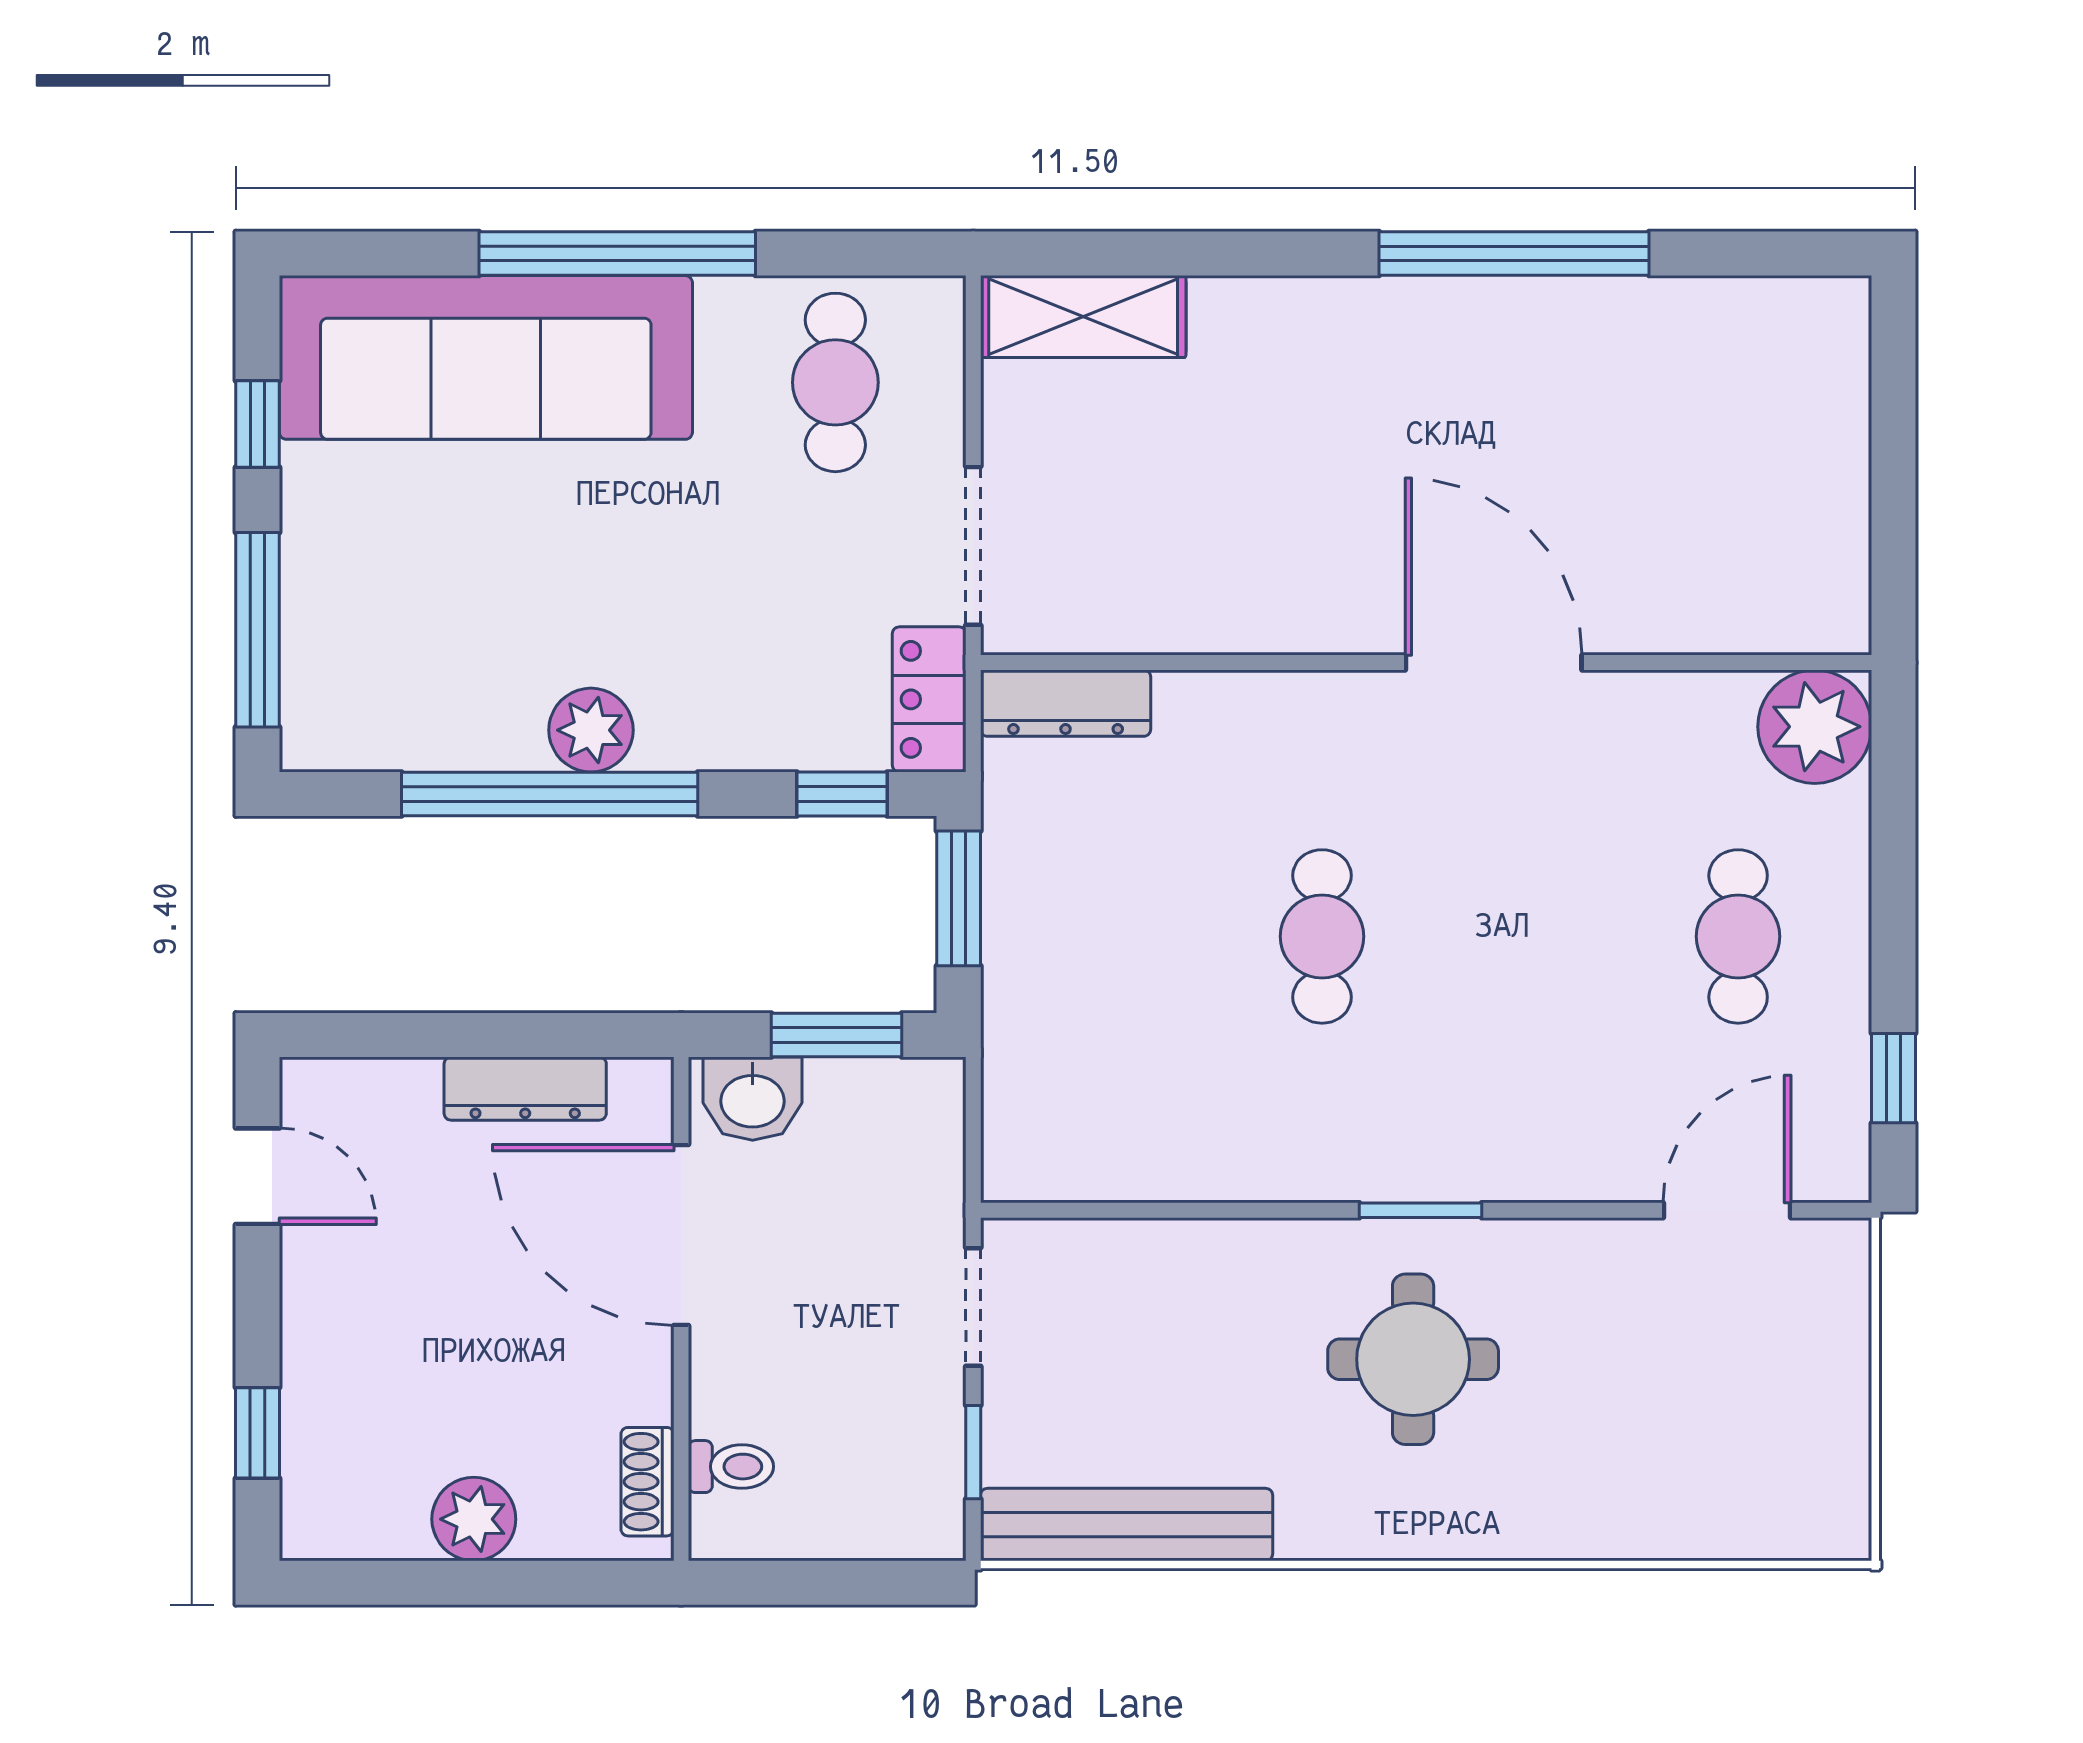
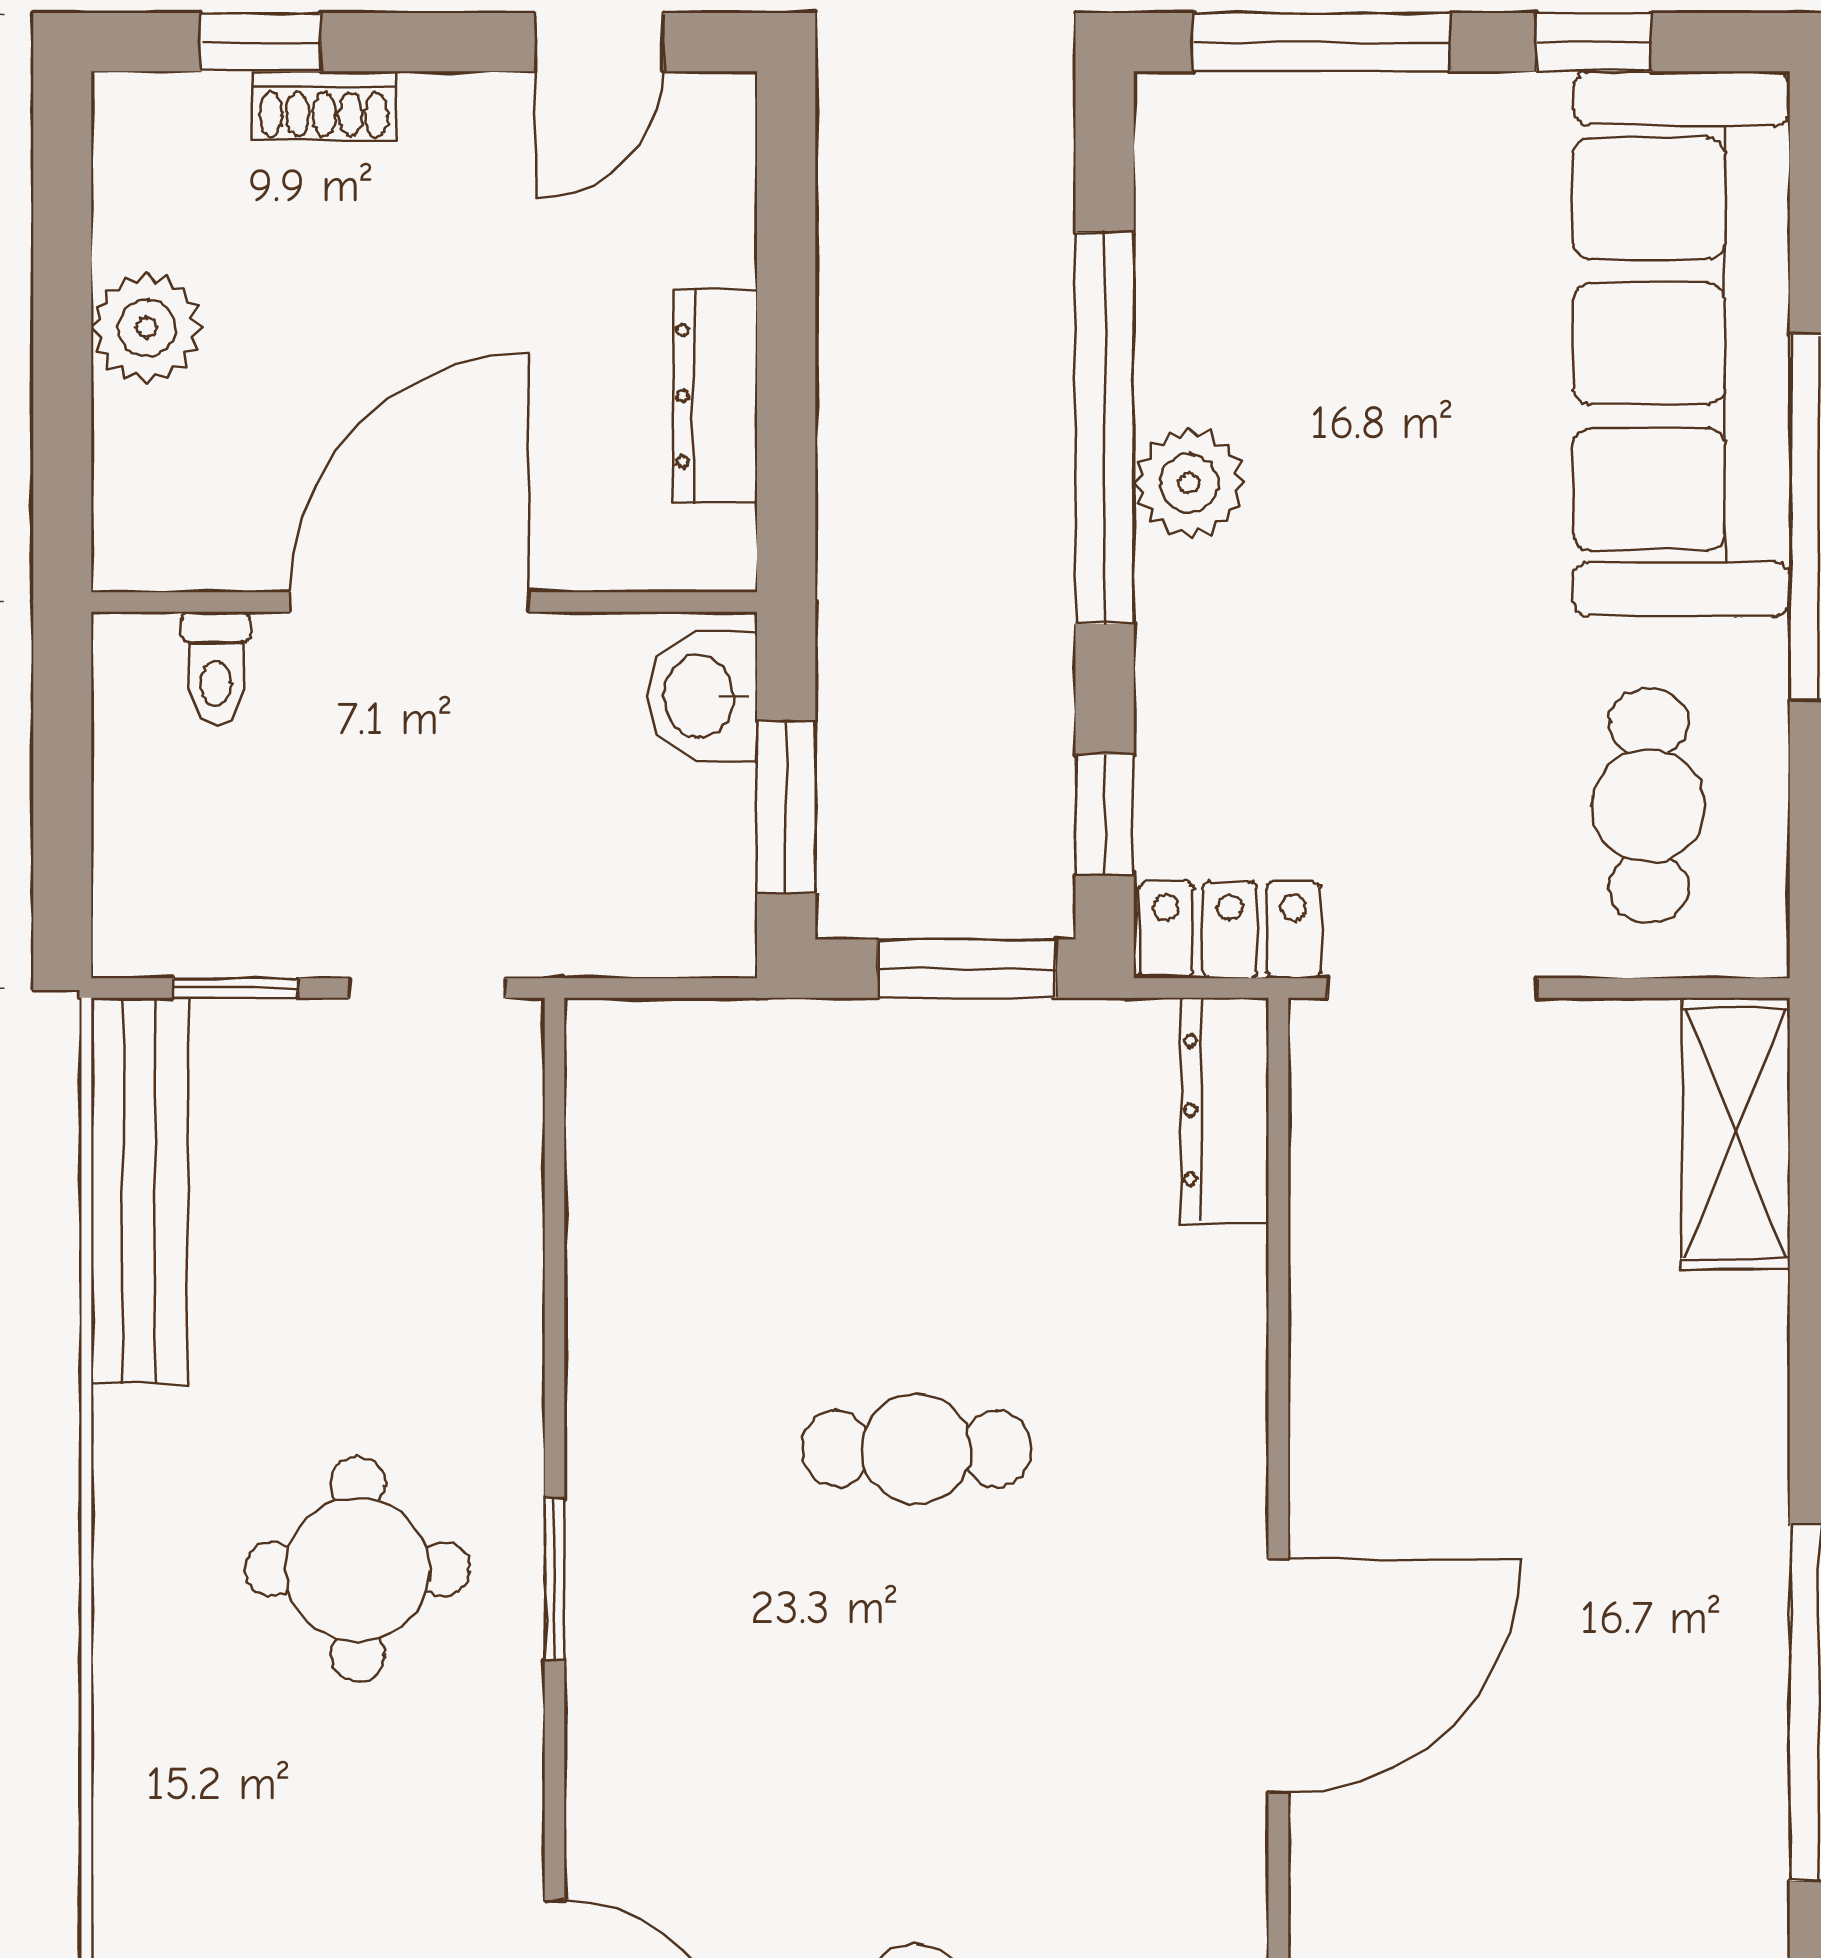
cafe table: (835, 382) -> (1649, 806), turned 90
door: (681, 1235) -> (409, 602), moved
shoe rack: (647, 1482) -> (324, 106), moved, turned 180

